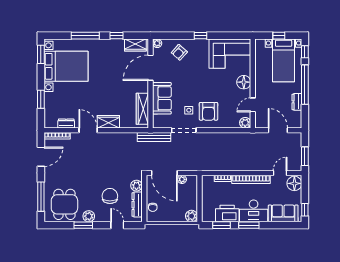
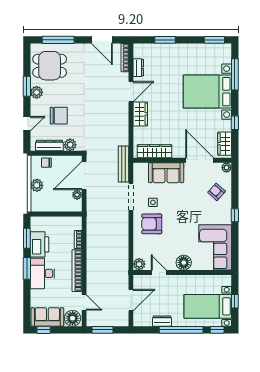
window: (85, 36) -> (235, 74), moved
bed with nightstands: (66, 66) -> (207, 92), moved, turned 90
sofa: (283, 213) -> (47, 317), moved, turned -90
plant: (192, 216) -> (37, 185), moved

